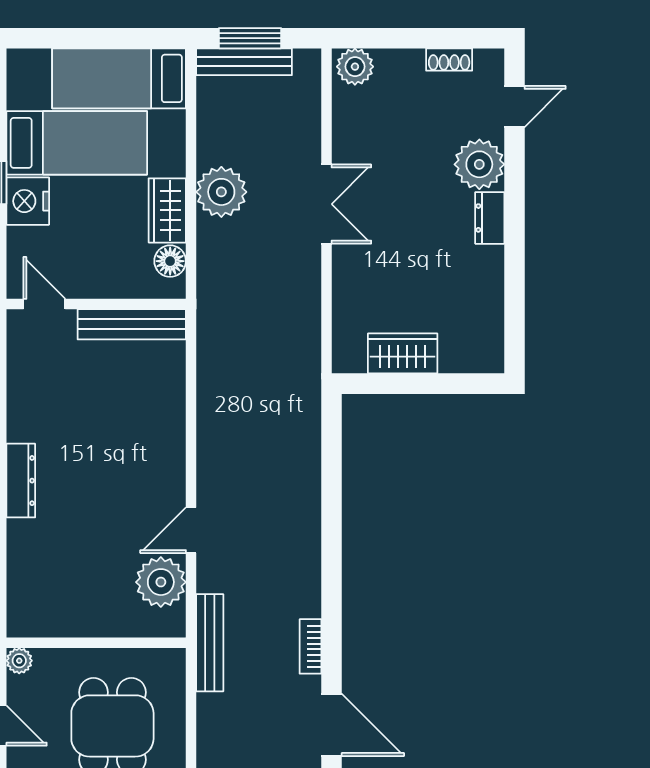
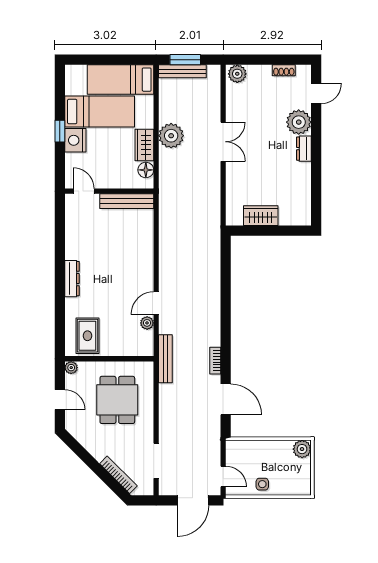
plant: (161, 582) -> (147, 323), width x0.53, depth x0.53
rug: (52, 596) -> (87, 336), added

